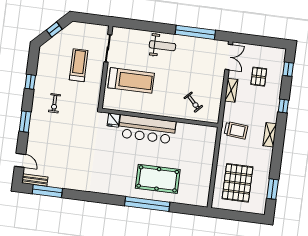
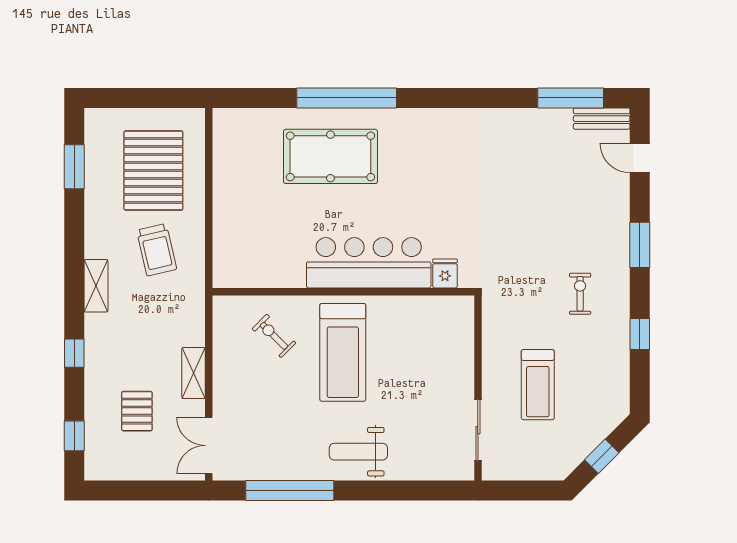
treadmill: (131, 80) -> (343, 352), moved, turned -90
trolley: (236, 130) -> (157, 250), moved, turned -108

